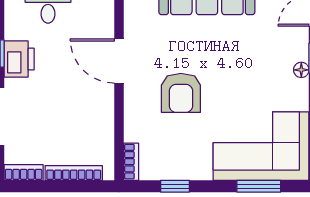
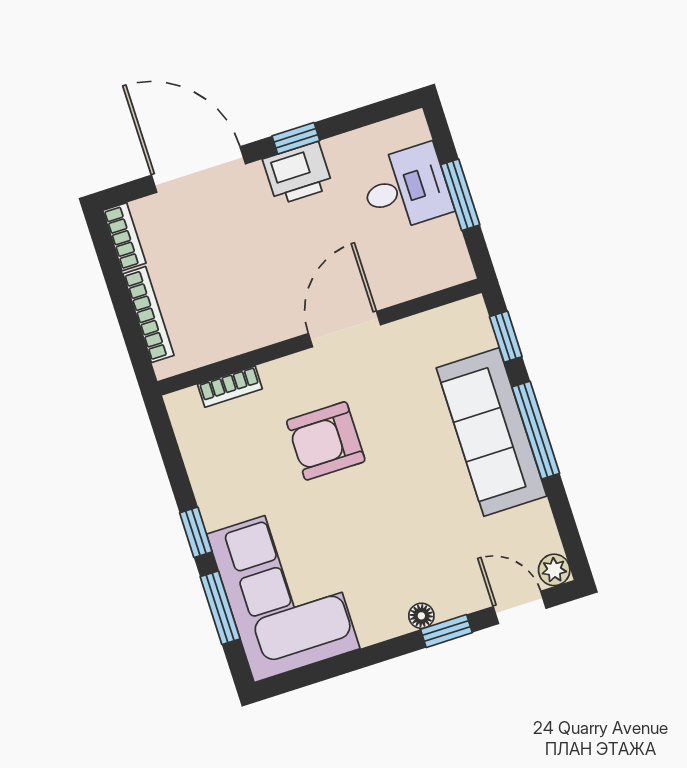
bookcase: (131, 162) -> (230, 387), moved
window: (175, 186) -> (196, 532), moved

